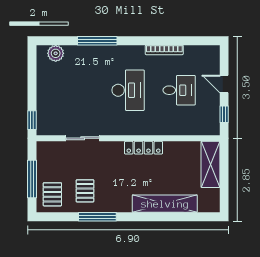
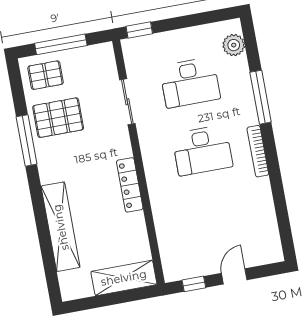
bookcase: (164, 50) -> (258, 151), moved
desk: (179, 90) -> (190, 82), moved, width x1.37
pallet: (85, 191) -> (58, 118), width x1.50, depth x1.42

